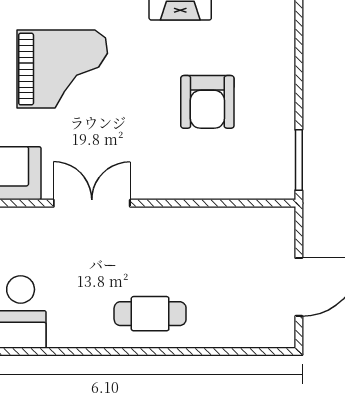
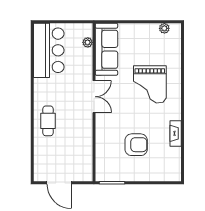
armchair: (207, 102) -> (136, 145), turned 180

